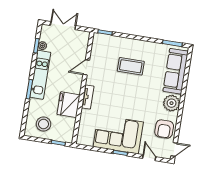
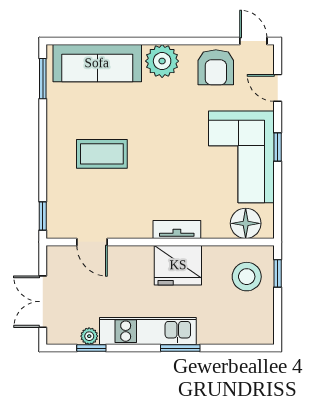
coffee table: (131, 66) -> (102, 154), turned 90
door: (86, 67) -> (92, 242), moved
fridge: (69, 105) -> (178, 265), moved
stool: (43, 124) -> (247, 277), moved
armchair: (164, 129) -> (216, 67), turned 90
floor lamp: (85, 131) -> (246, 223), added
door: (149, 158) -> (278, 88), hinge flipped

